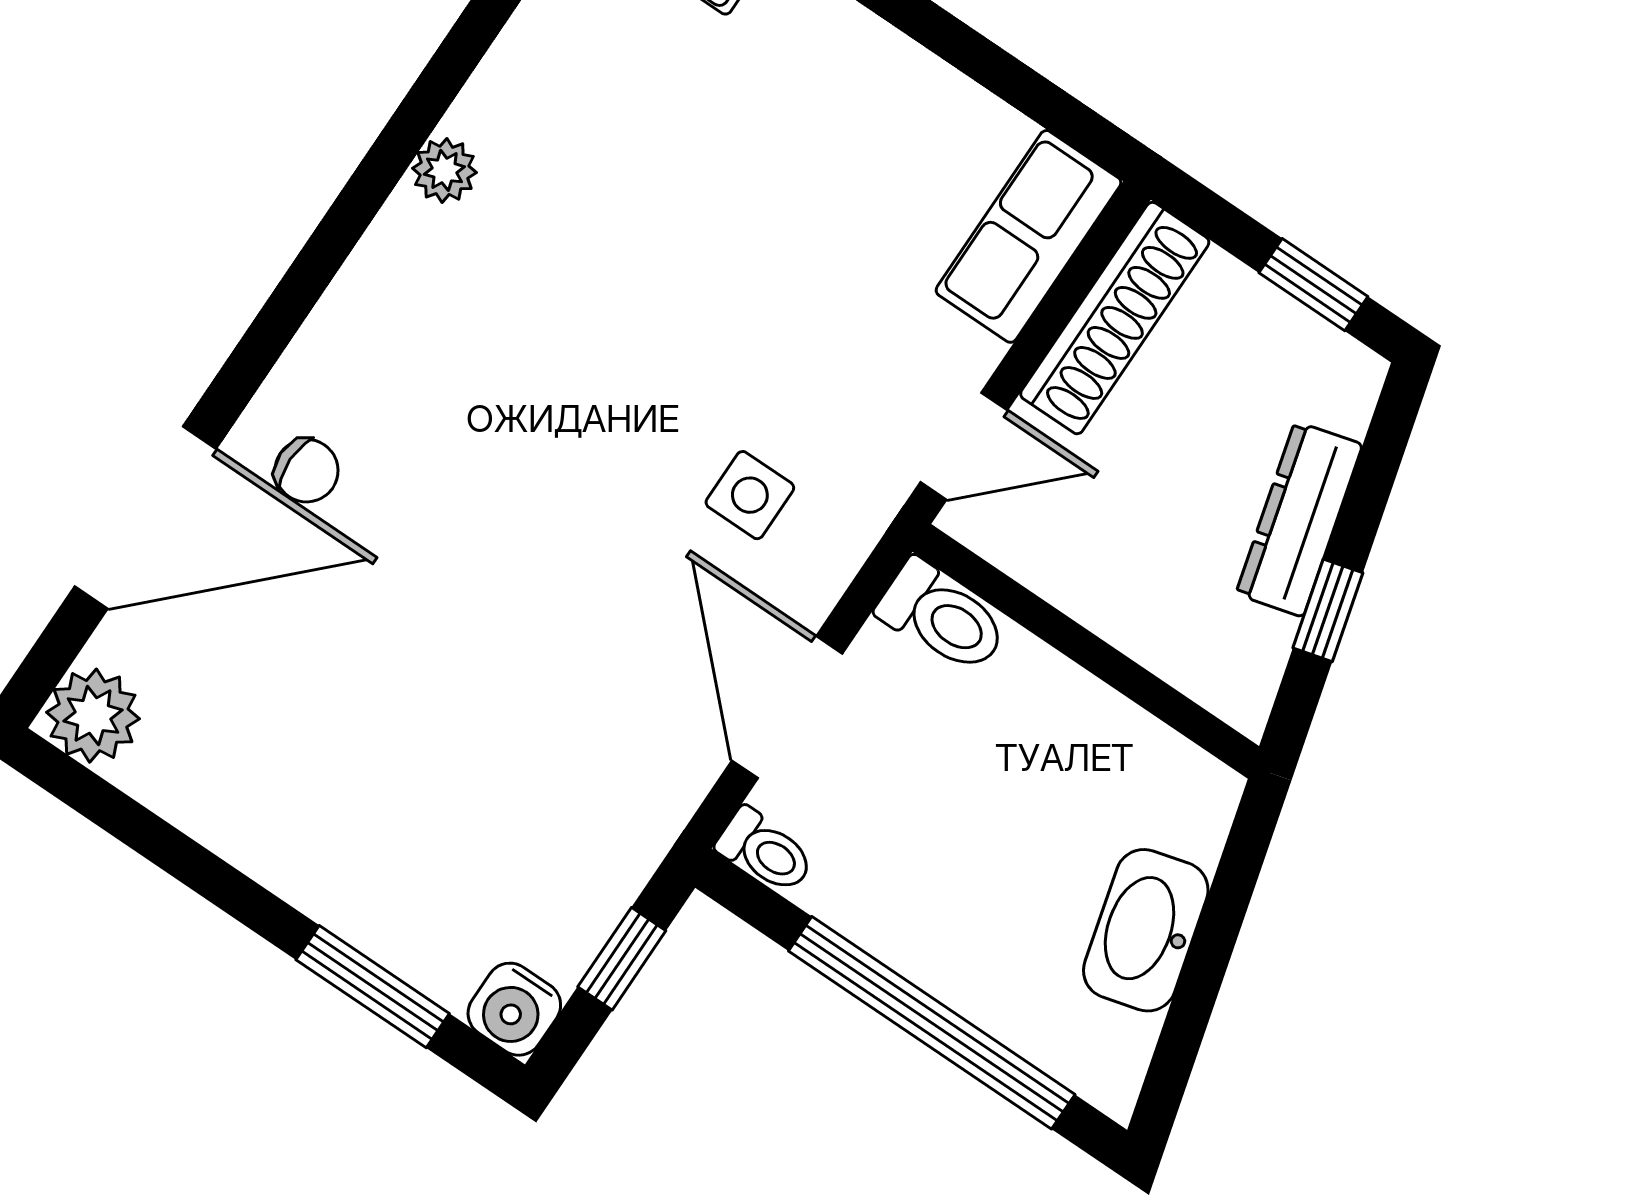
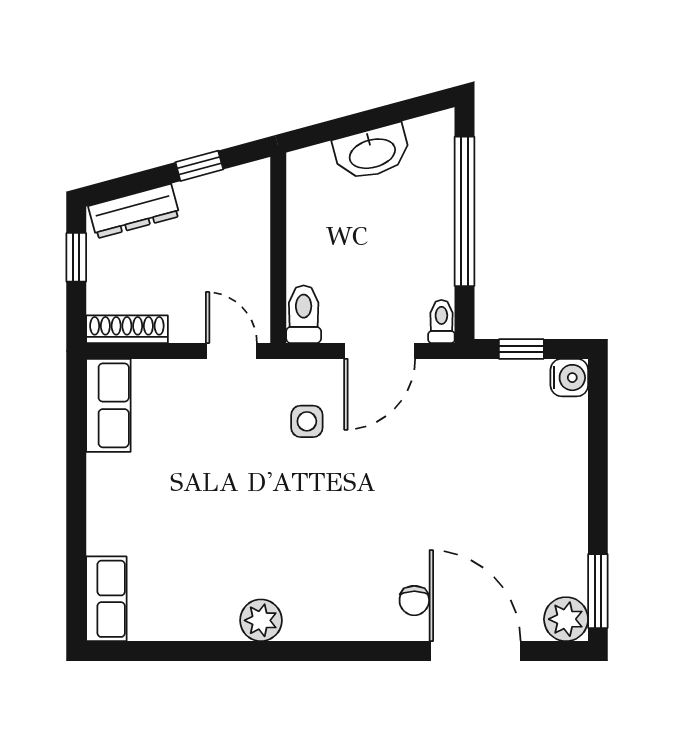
plant: (444, 170) -> (261, 620), width x1.38, depth x1.38
row of seats: (1028, 236) -> (108, 405), moved, turned -90
shoe rack: (1115, 318) -> (127, 329), width x0.74, depth x0.81
chair: (307, 471) -> (414, 601), turned 180
dresser: (1299, 519) -> (134, 211), moved
window: (373, 987) -> (598, 591), moved

